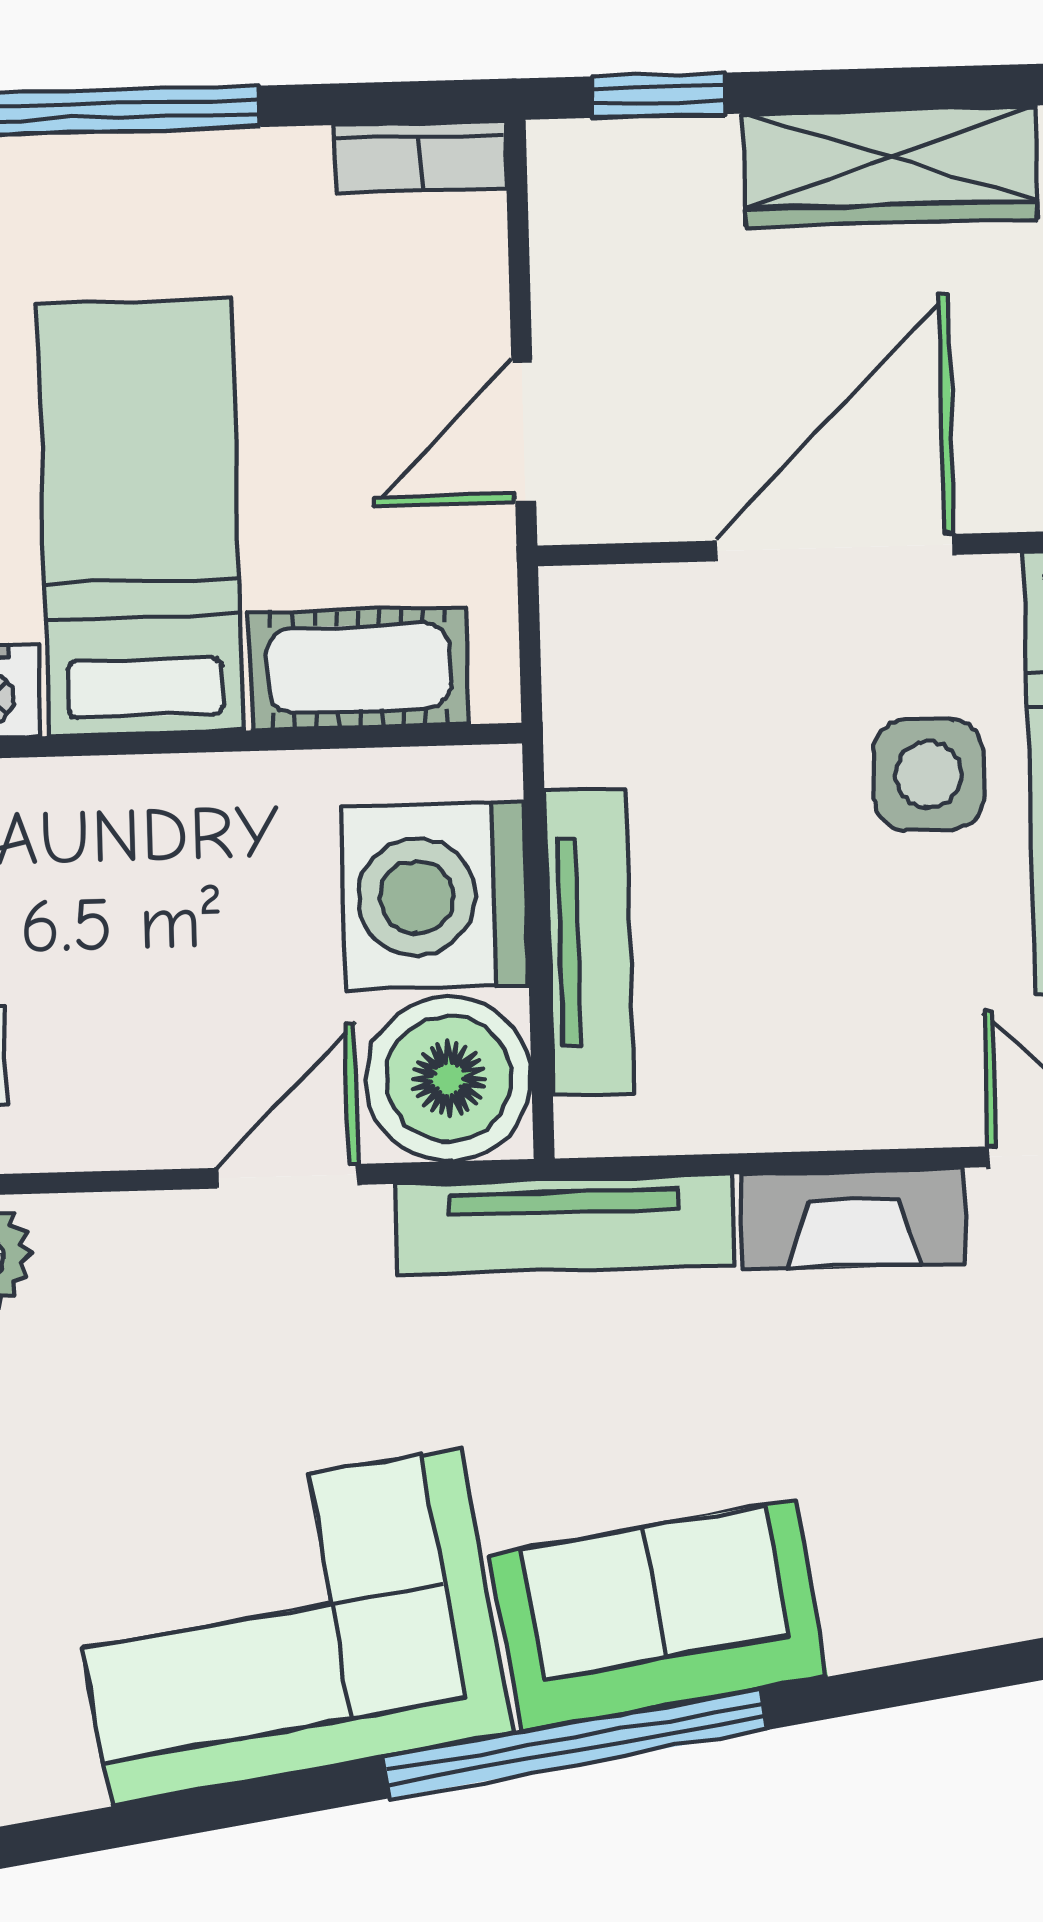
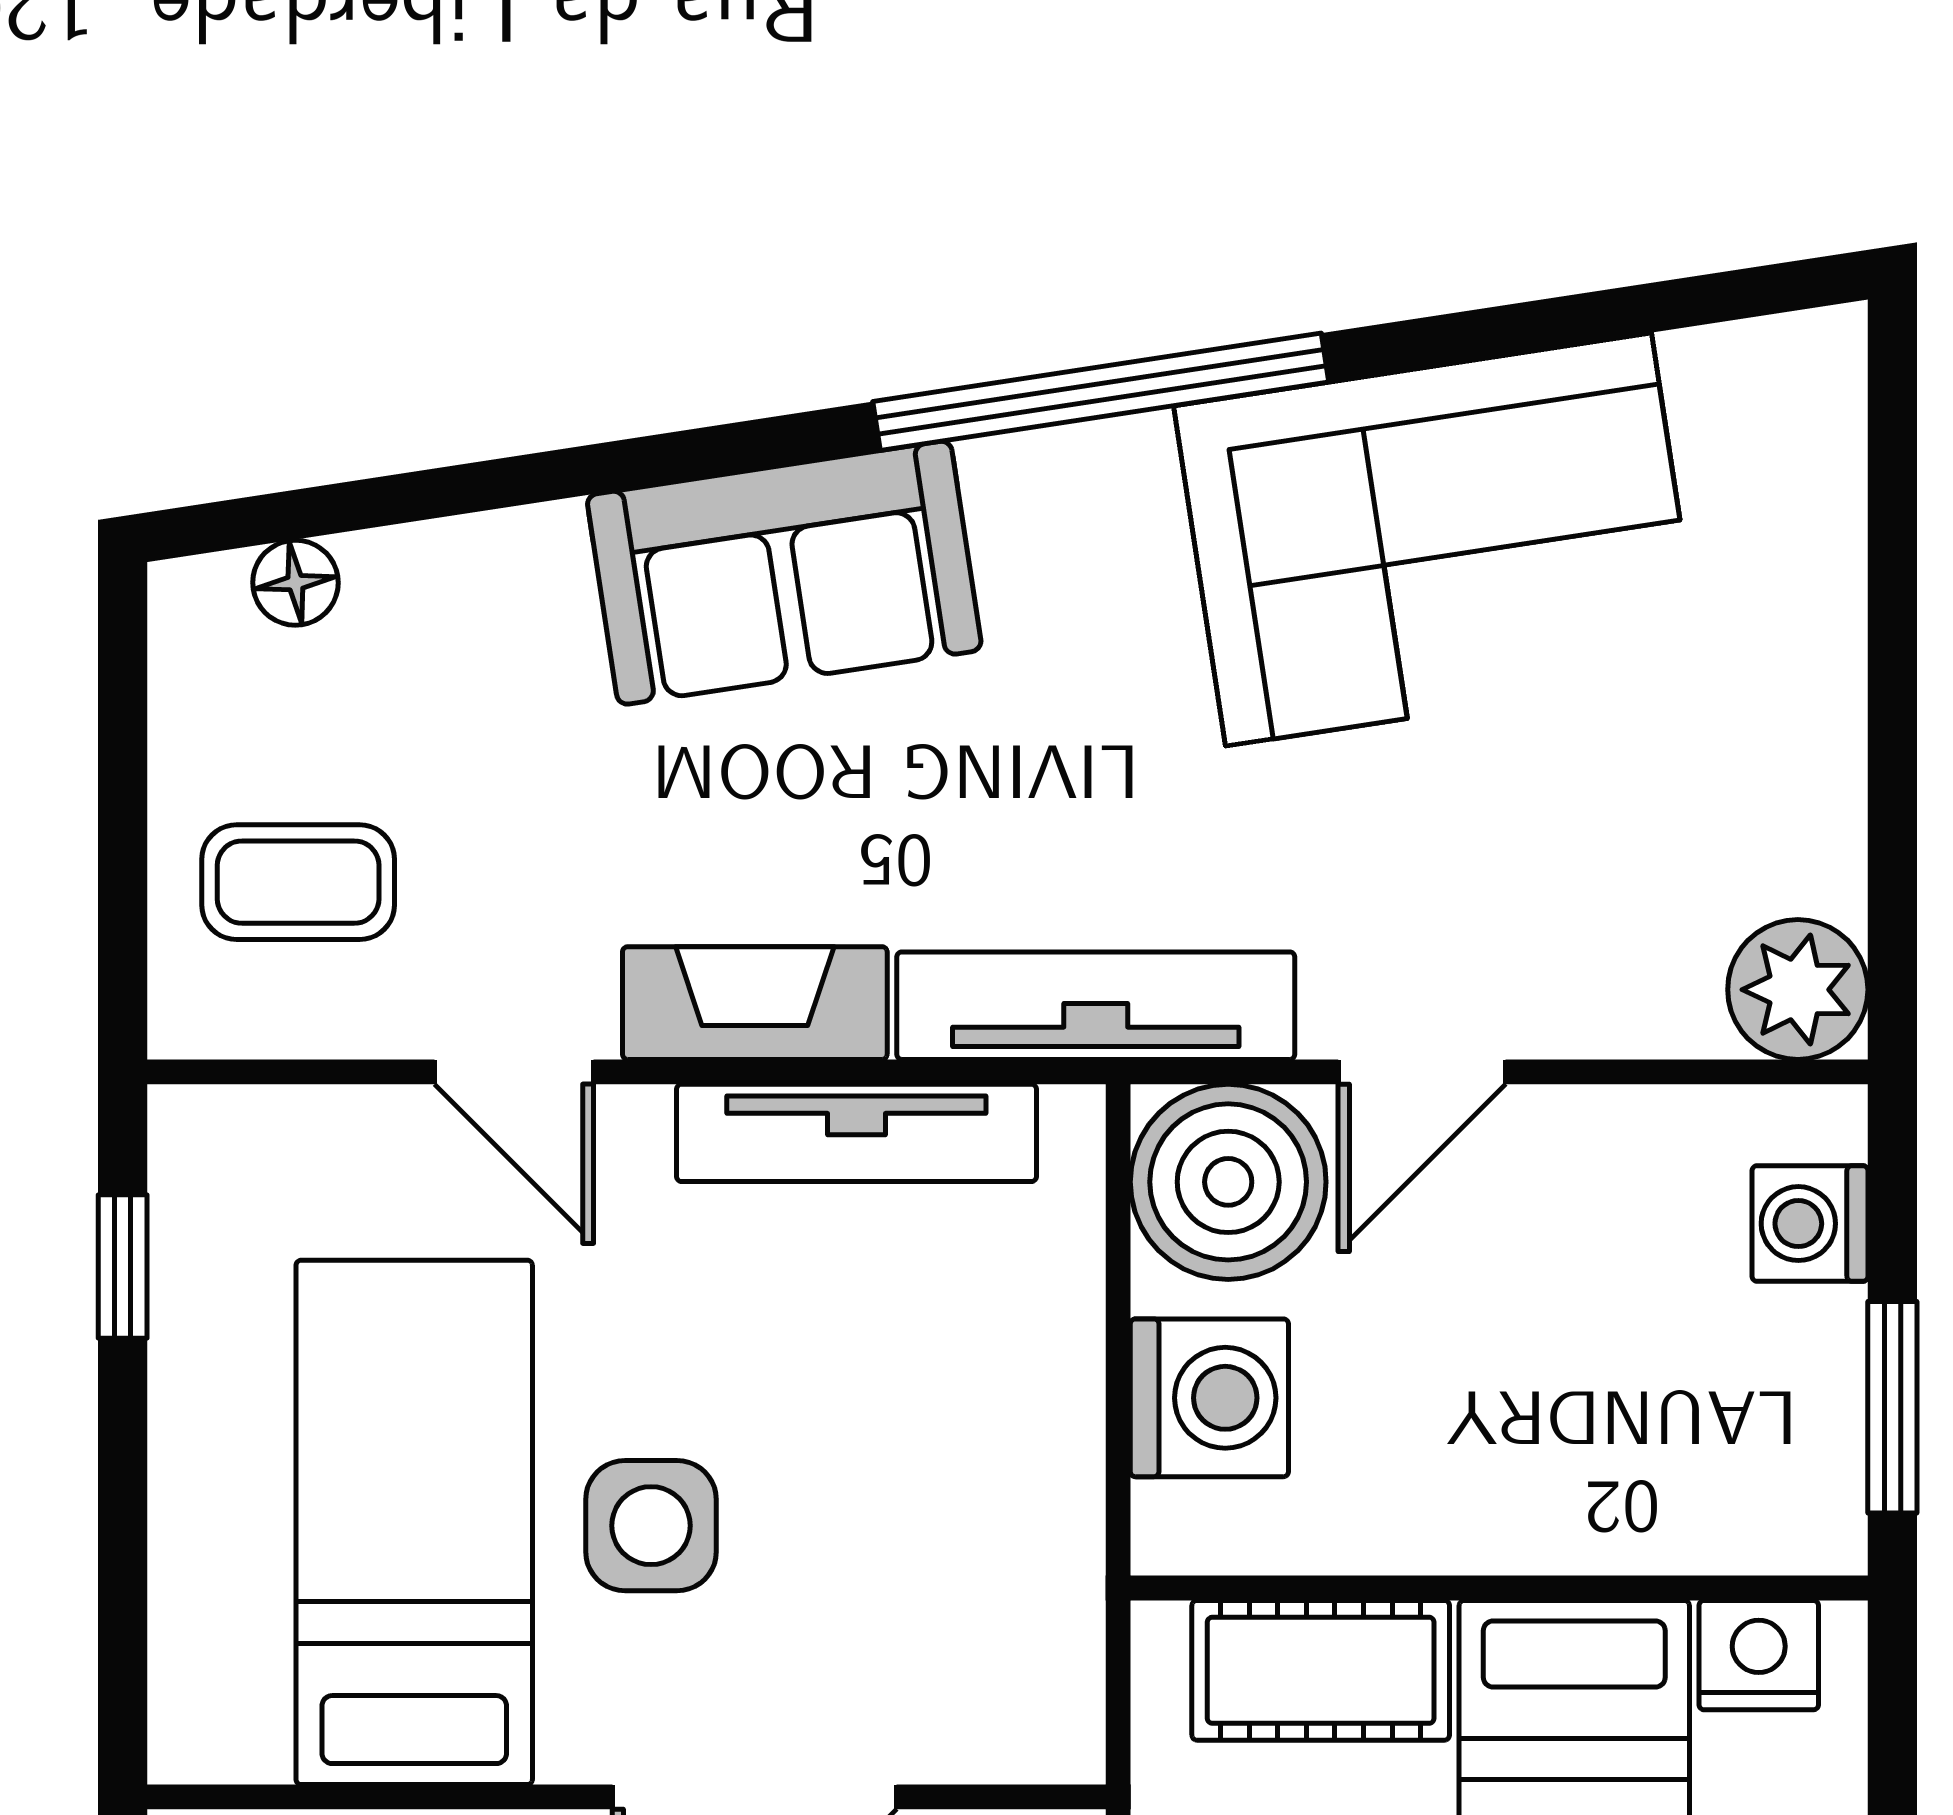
washing machine: (435, 897) -> (1209, 1398), width x0.73, depth x0.73
tv unit: (590, 942) -> (856, 1133), moved, turned -90
sofa: (659, 1616) -> (784, 573), moved

